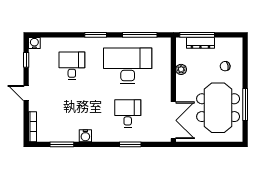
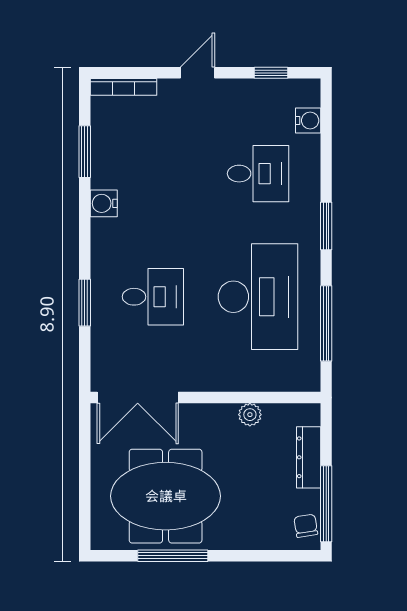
window: (197, 35) -> (326, 504), moved
water cooler: (34, 43) -> (308, 121), moved
chair: (225, 66) -> (306, 526), moved

